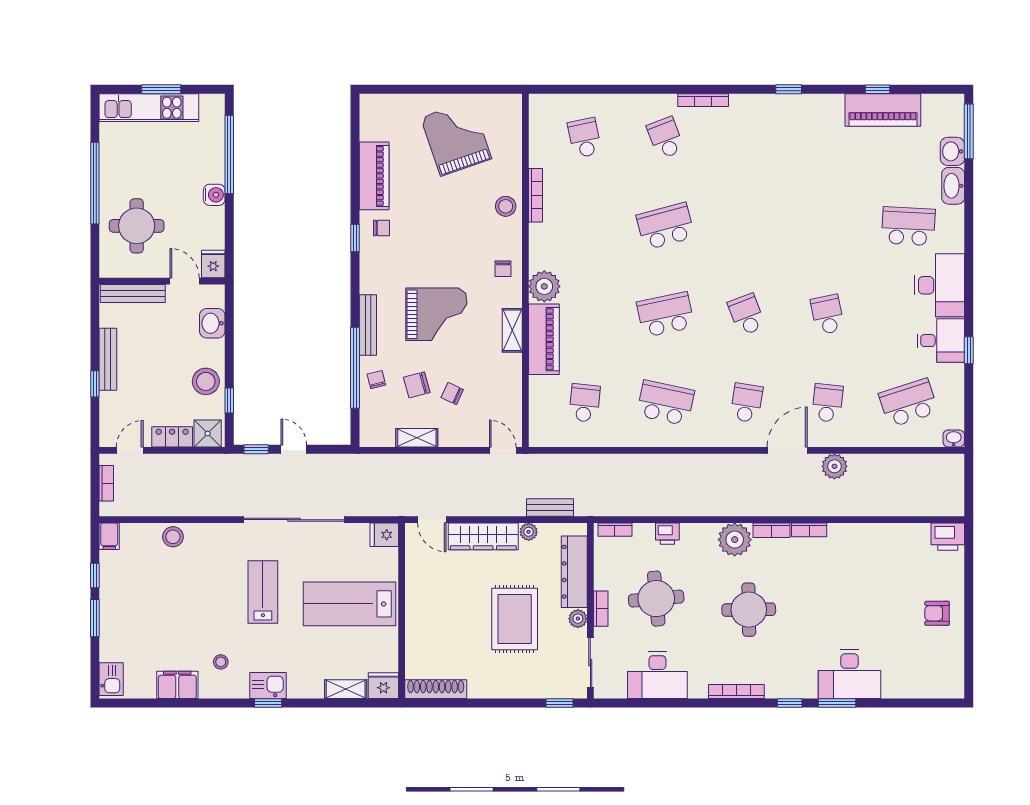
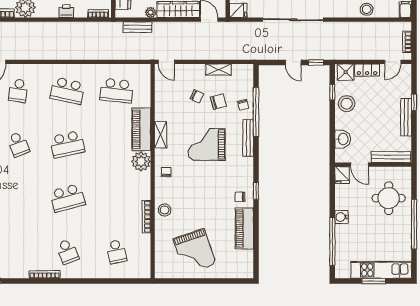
school desk: (585, 403) -> (117, 91), width x1.85

